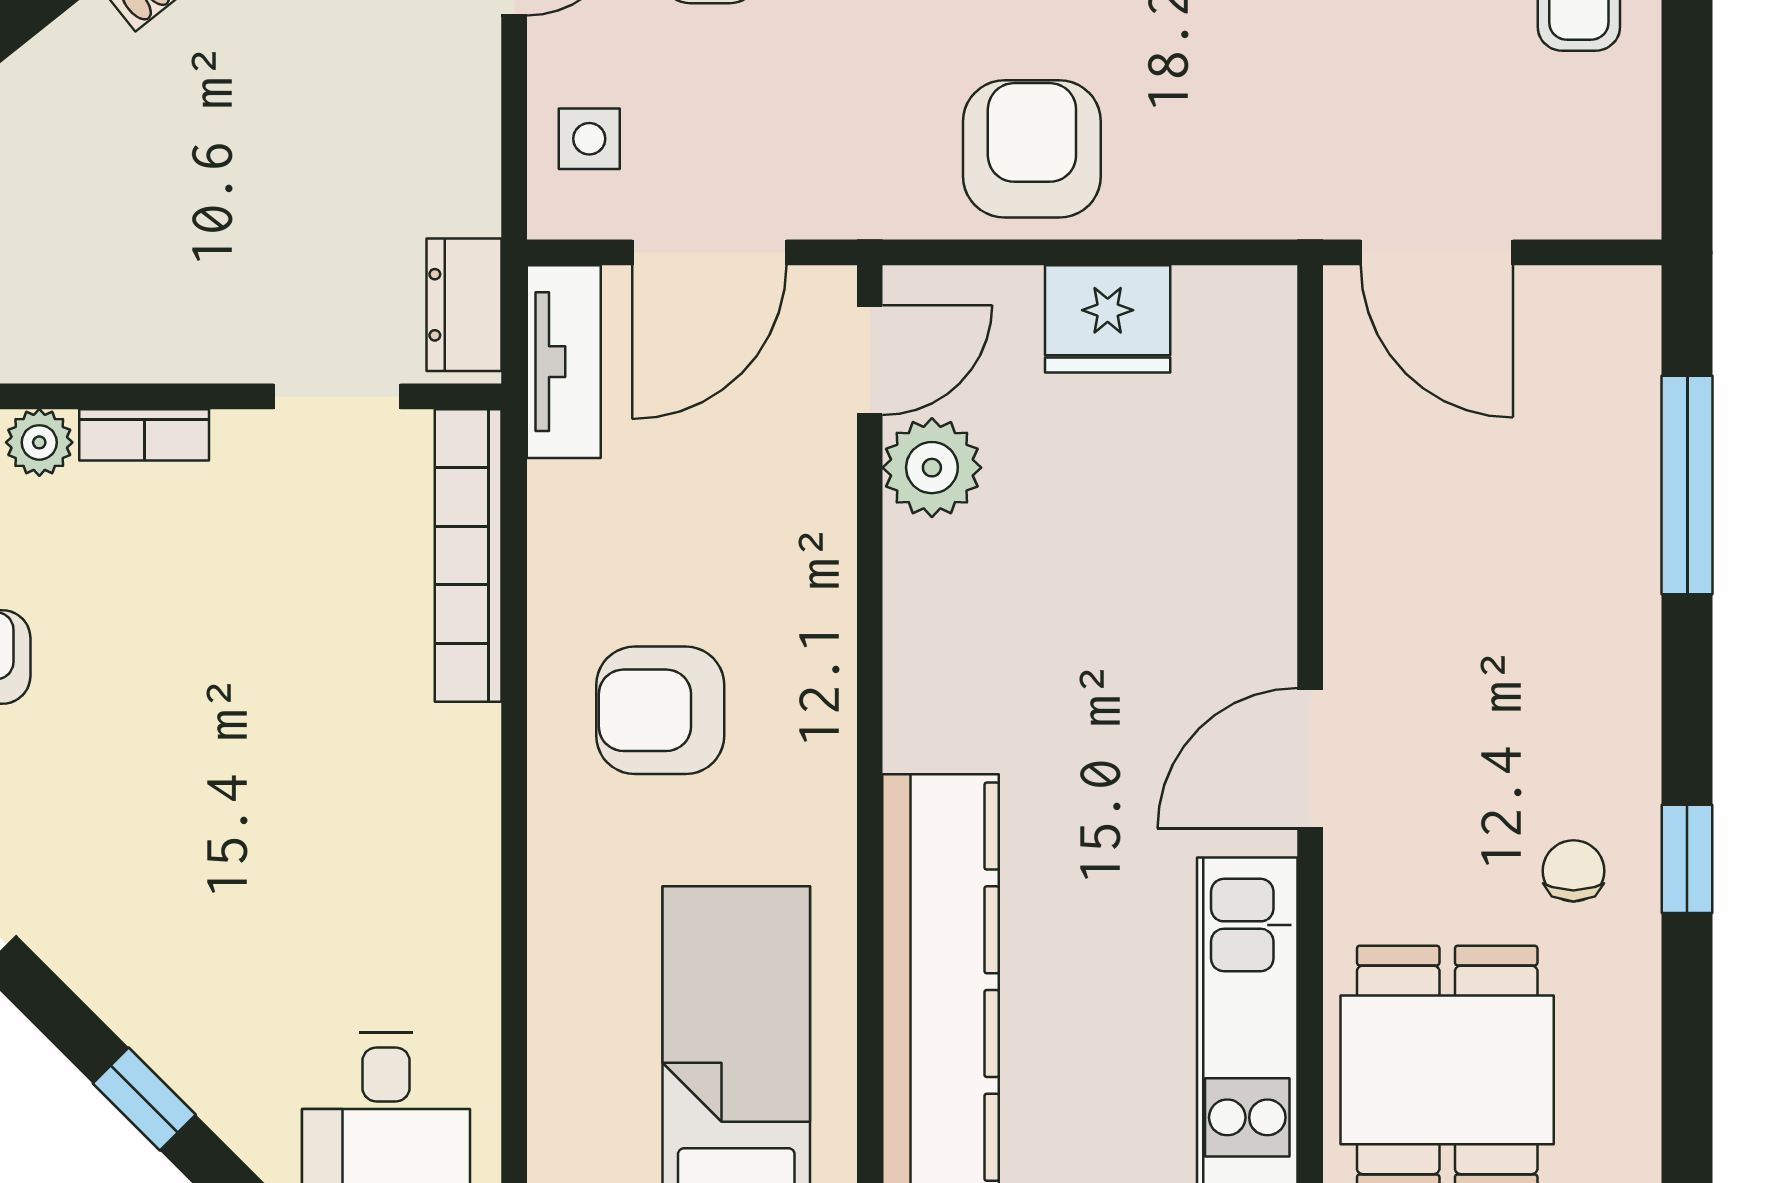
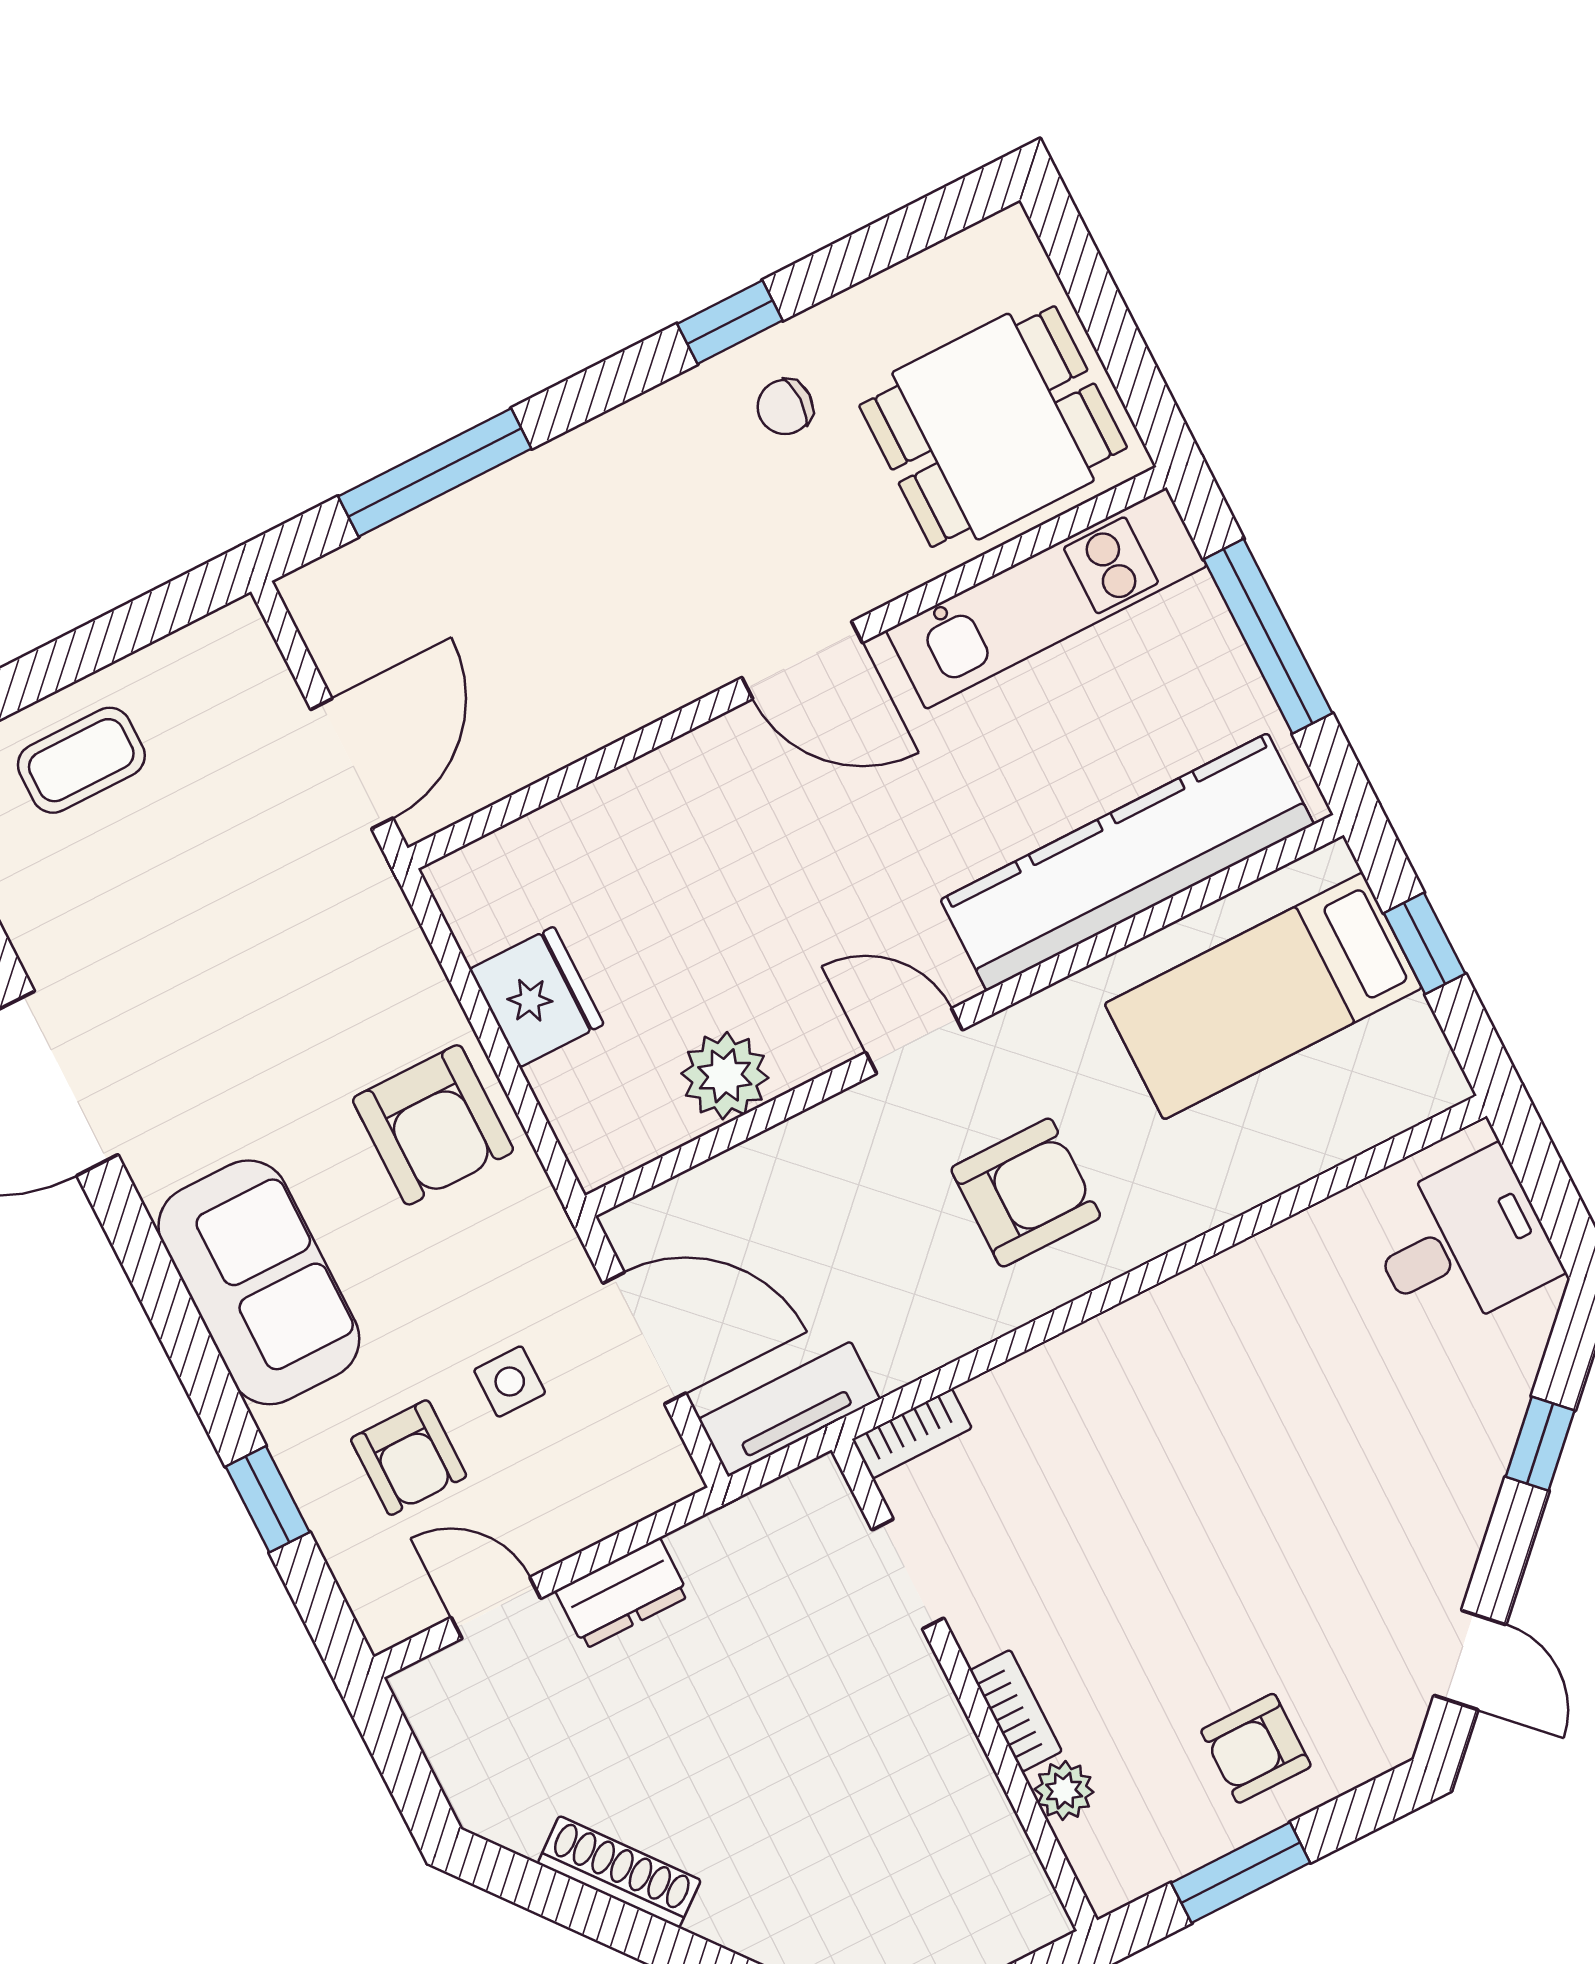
side table: (589, 139) -> (510, 1382), moved
armchair: (1032, 149) -> (433, 1125), turned -90
dresser: (464, 305) -> (622, 1593), moved
door: (870, 360) -> (914, 1041), moved
bookcase: (468, 555) -> (912, 1434), width x0.43, depth x0.76
armchair: (660, 710) -> (1026, 1193), turned -90

